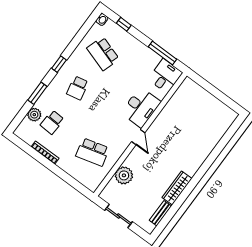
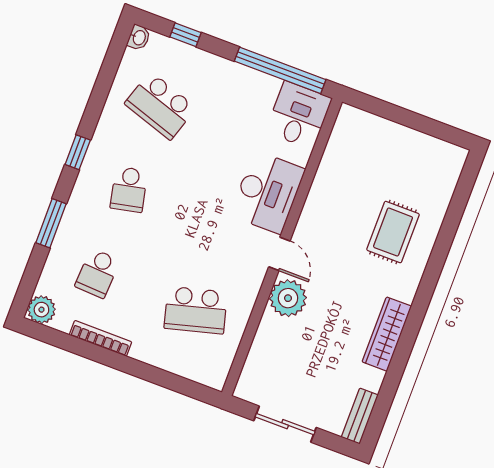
window: (163, 53) -> (280, 70), width x1.46
plant: (34, 115) -> (41, 310), moved
rug: (193, 142) -> (393, 232), added
plant: (124, 175) -> (288, 298), moved
bench: (160, 213) -> (360, 416), moved

